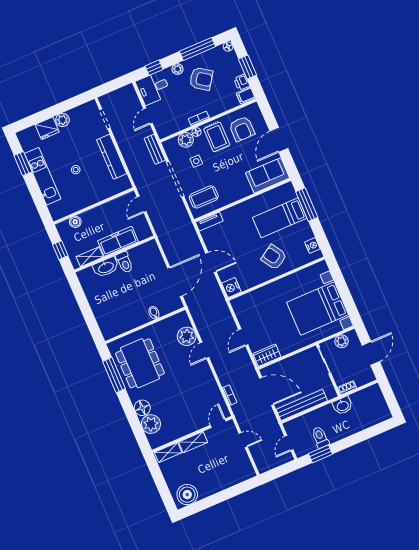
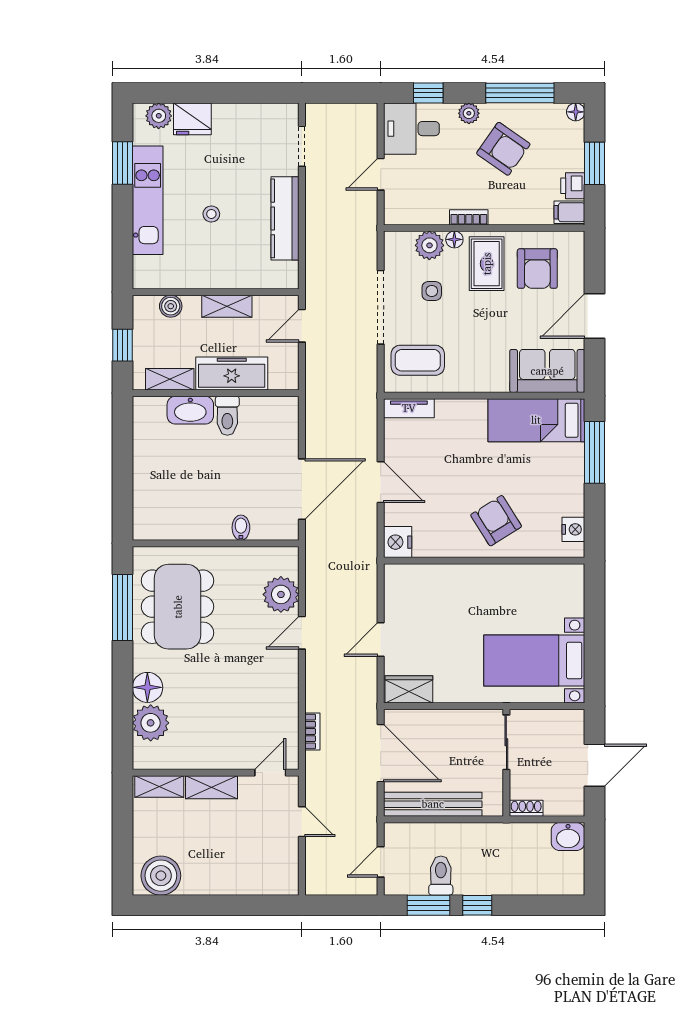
plant: (63, 120) -> (159, 116), moved
bench: (155, 149) -> (367, 238), removed
shelving: (102, 210) -> (227, 306), added
bed: (280, 218) -> (536, 420), moved
bed with nightstands: (318, 309) -> (534, 660), width x0.73
plant: (342, 341) -> (552, 722), removed
washbasin: (343, 406) -> (568, 837), moved
window: (344, 444) -> (477, 905), added

